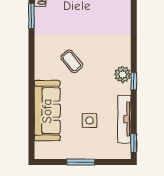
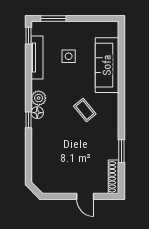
floor lamp: (124, 58) -> (37, 113), added
window: (134, 81) -> (28, 120), moved
window: (81, 162) -> (53, 18), moved

